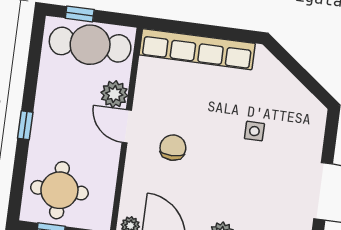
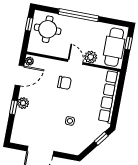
window: (288, 62) -> (101, 138), added
window: (25, 125) -> (79, 15), width x3.17
door: (127, 126) -> (75, 62), hinge flipped

